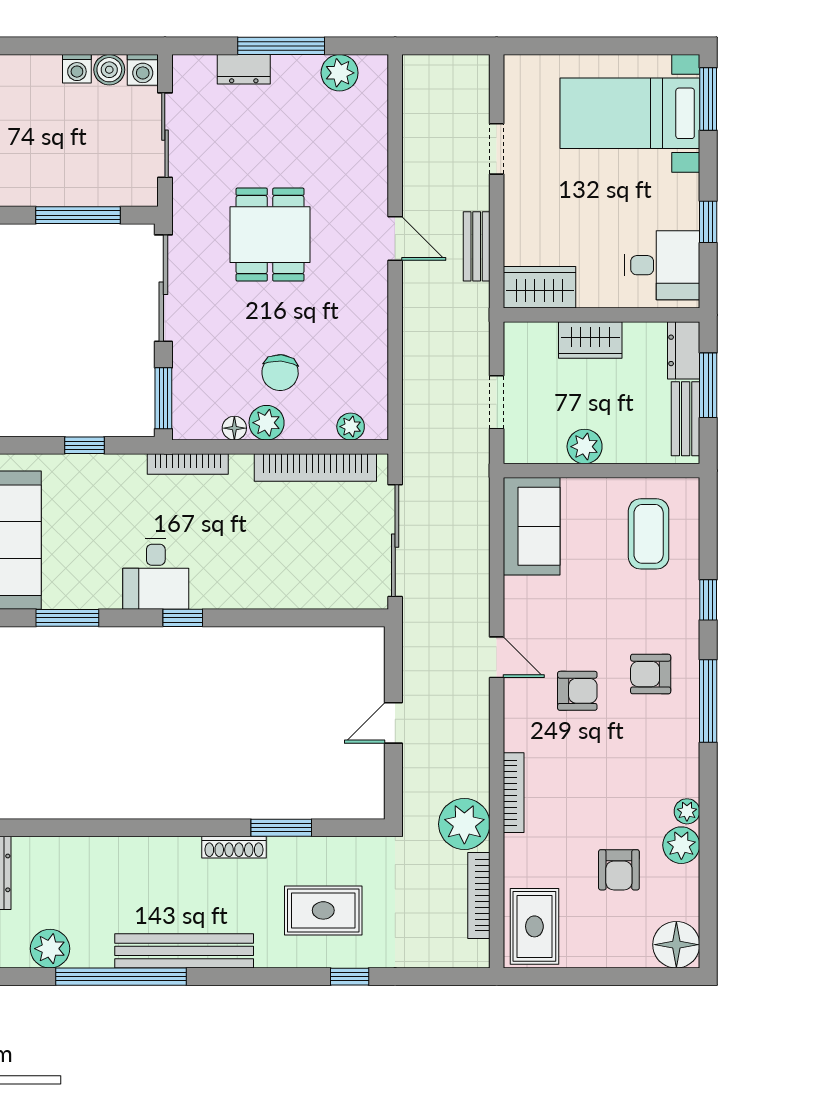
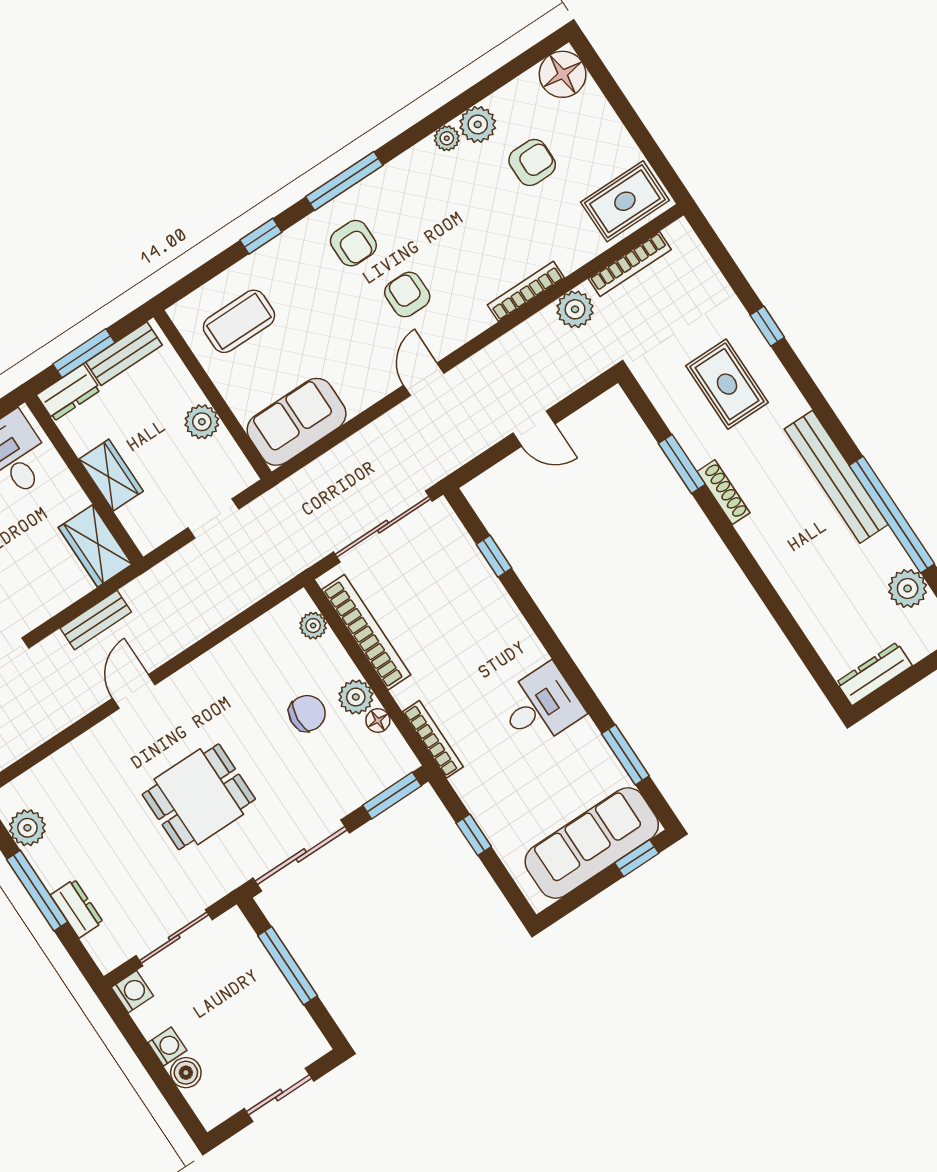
boiler: (109, 70) -> (186, 1073), moved
window: (183, 618) -> (494, 556), moved
plant: (464, 824) -> (575, 309), width x0.73, depth x0.73

